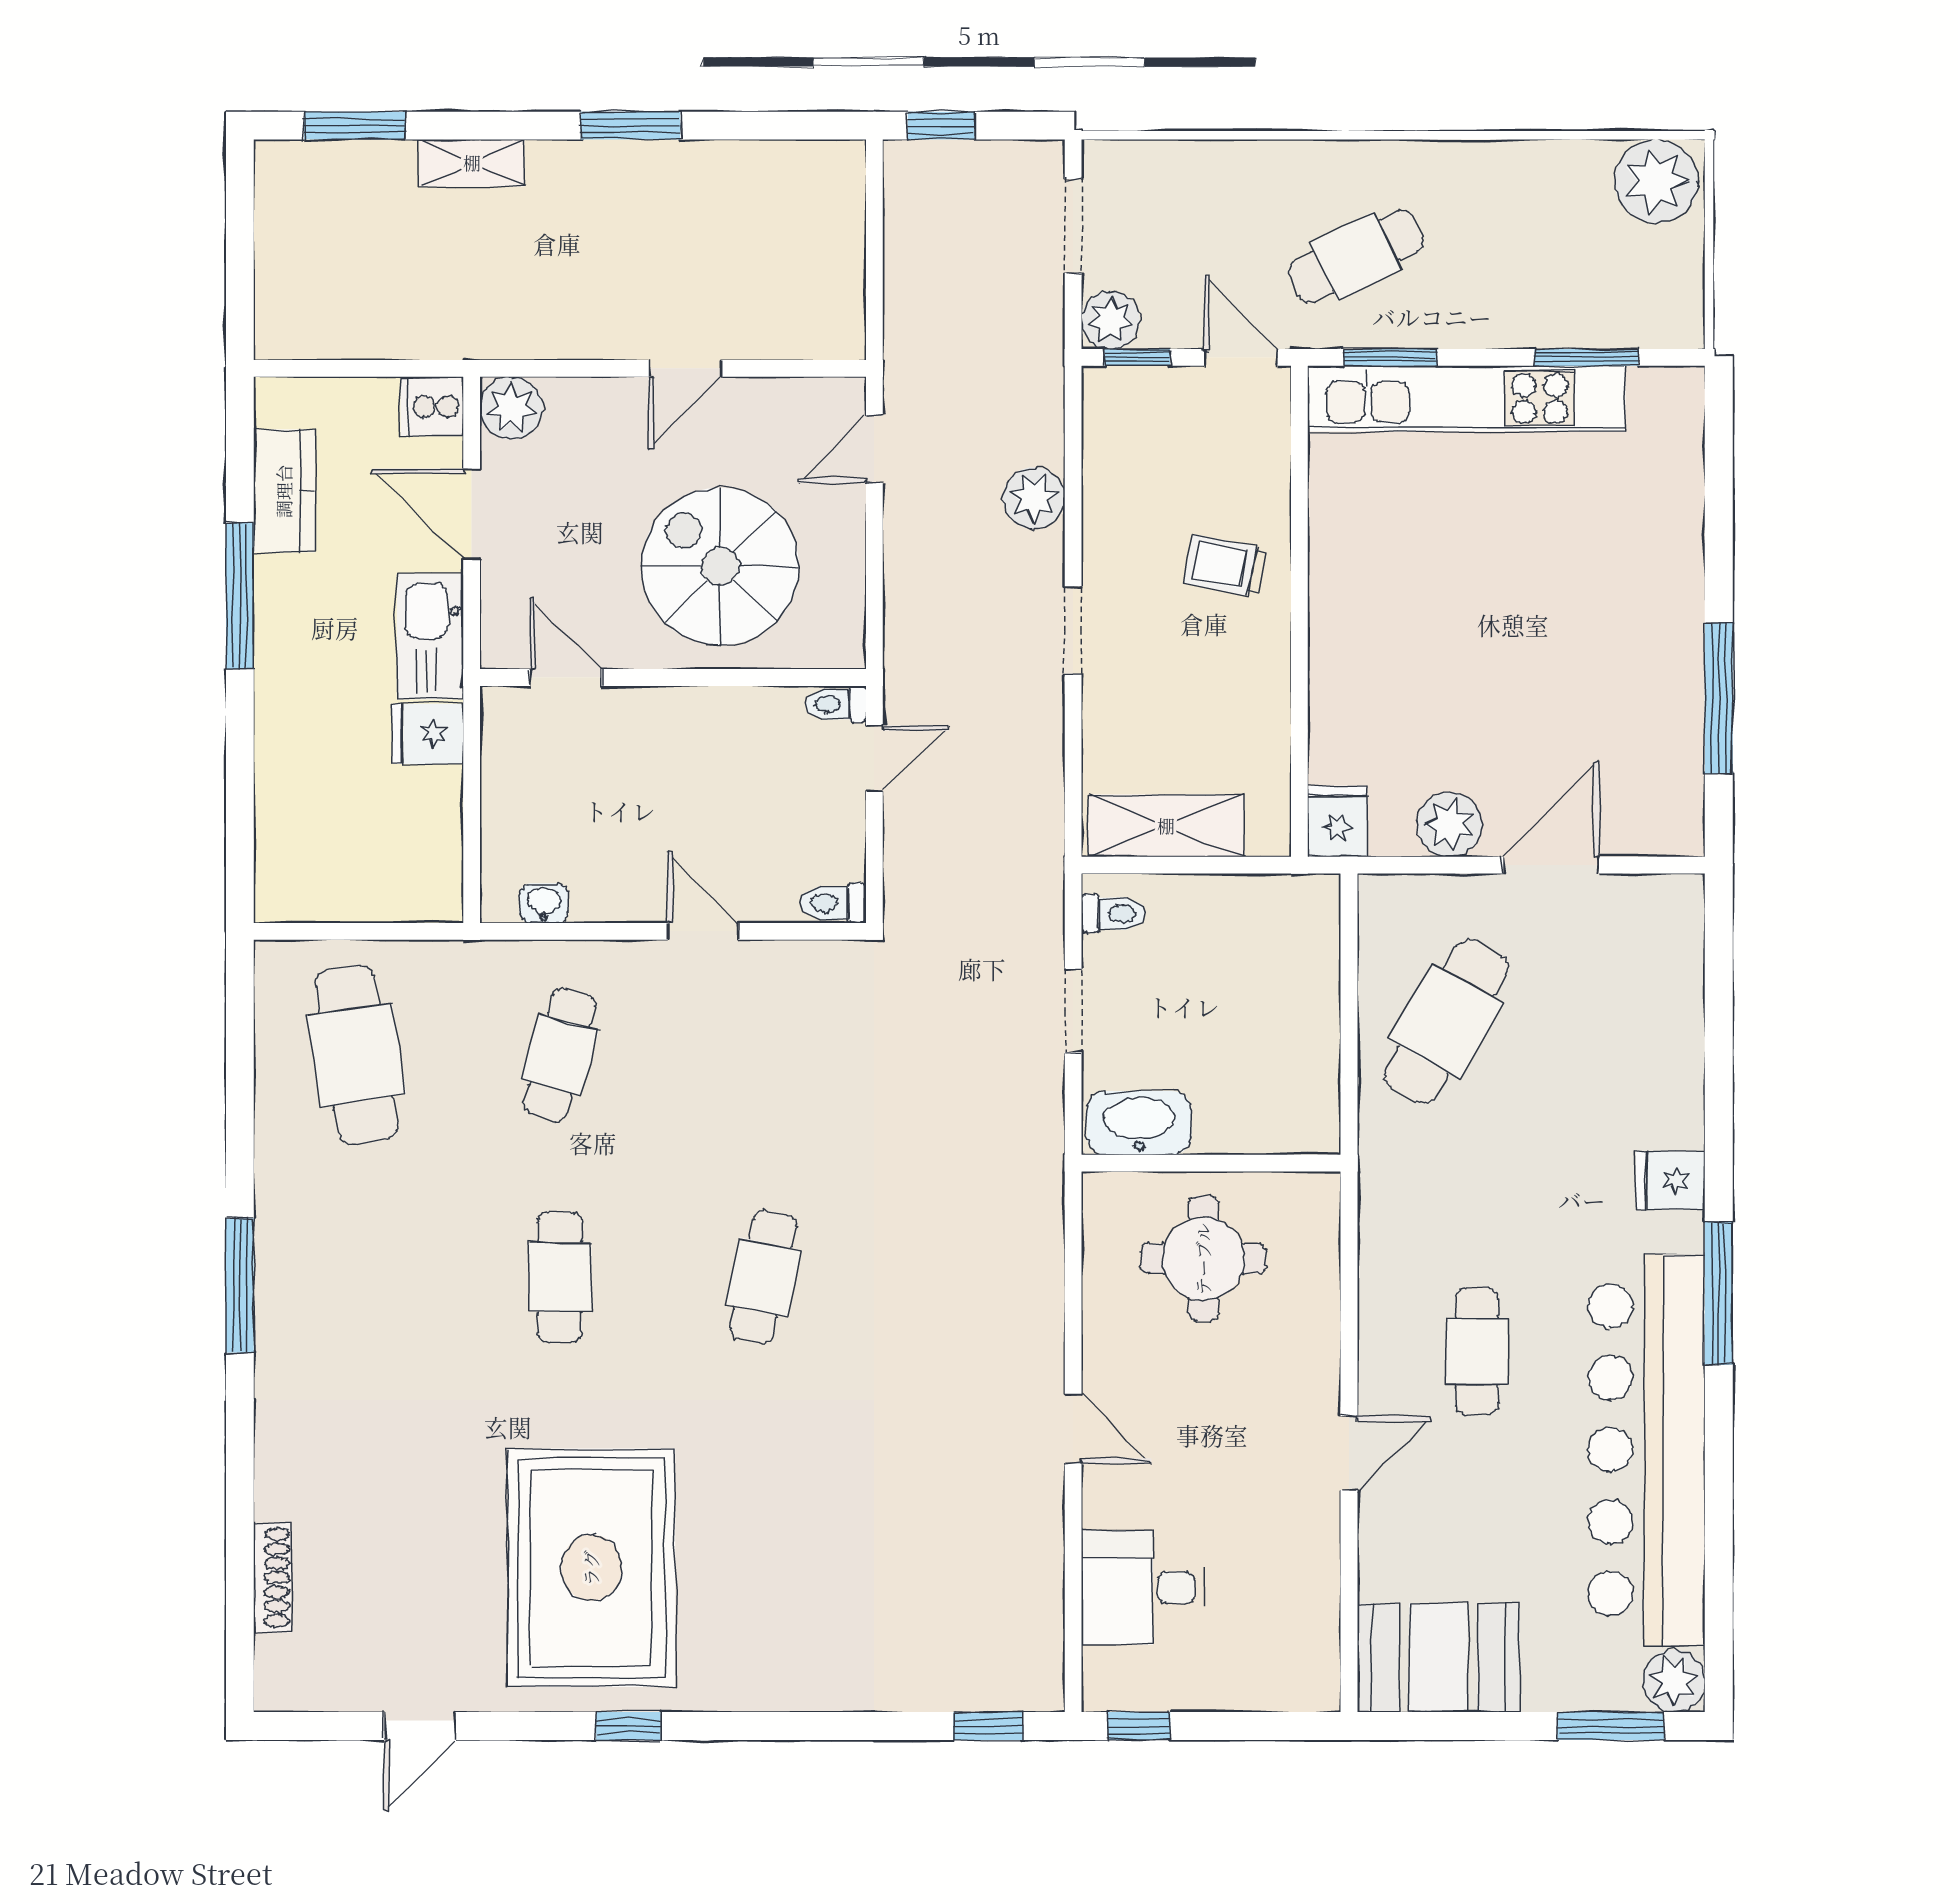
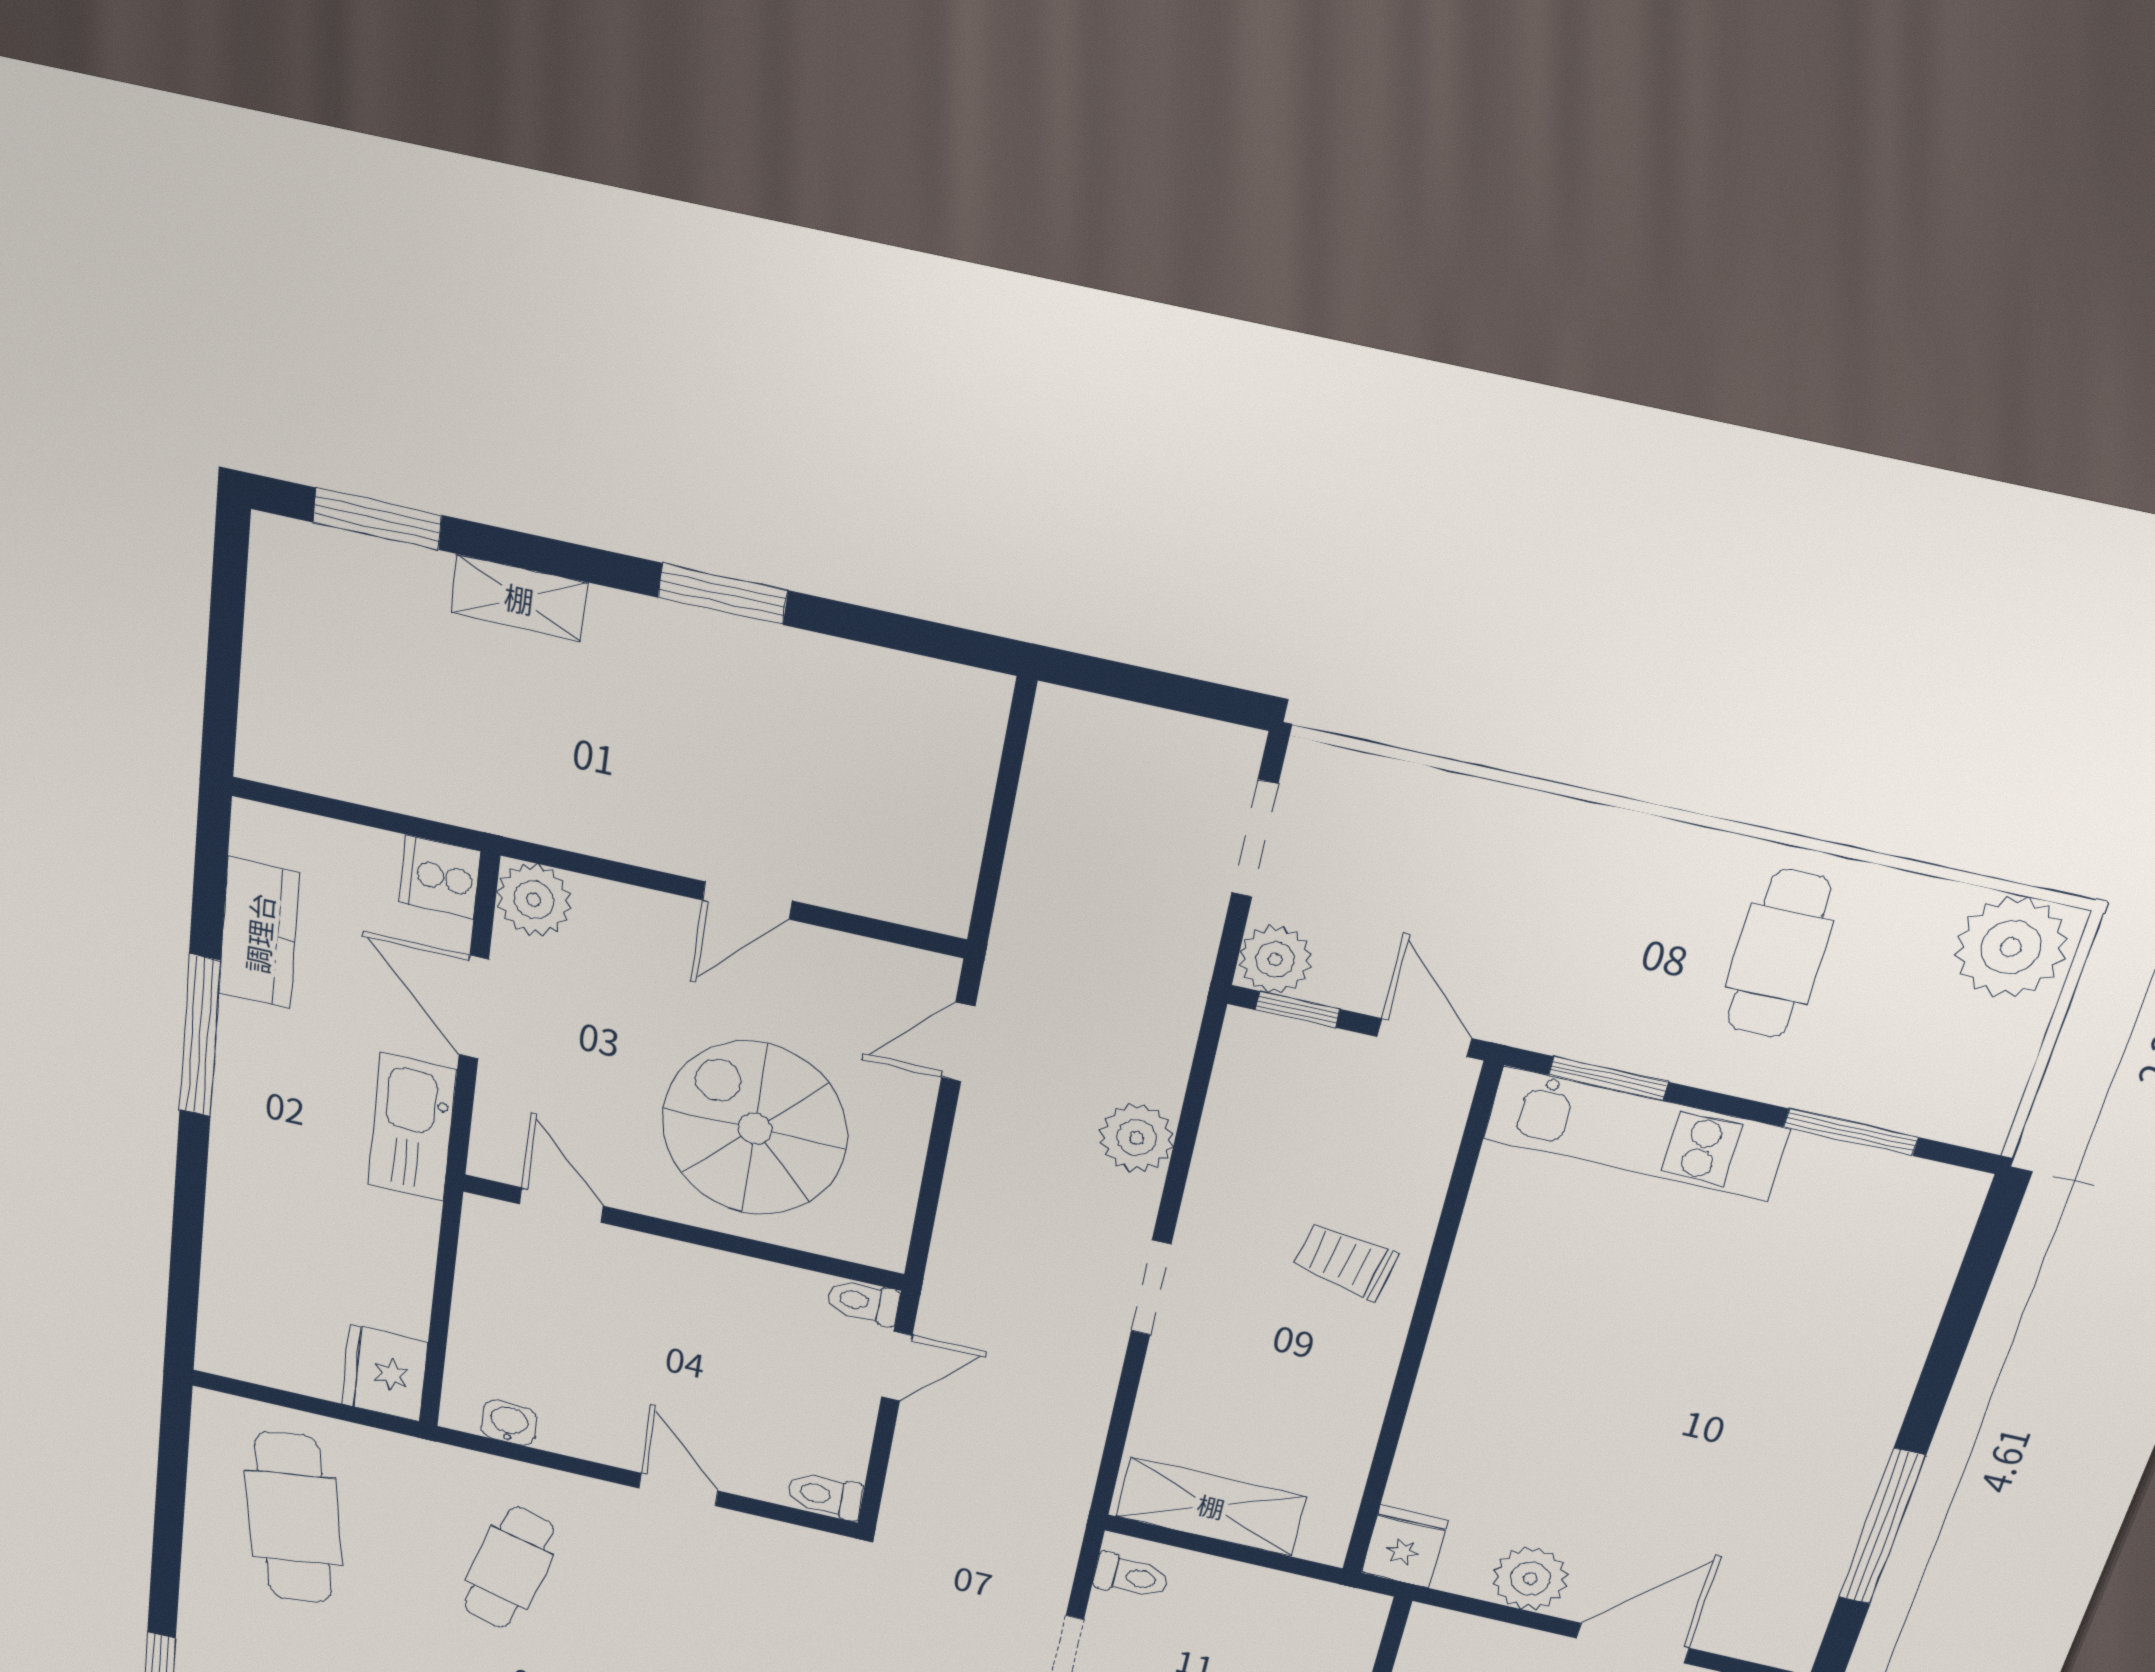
window: (941, 126) -> (1115, 679), removed
cafe table: (1356, 257) -> (1779, 954), moved, turned -64
kitchen unit: (1467, 399) -> (1636, 1134), width x0.73
fridge: (428, 734) -> (385, 1373), moved, width x1.38

